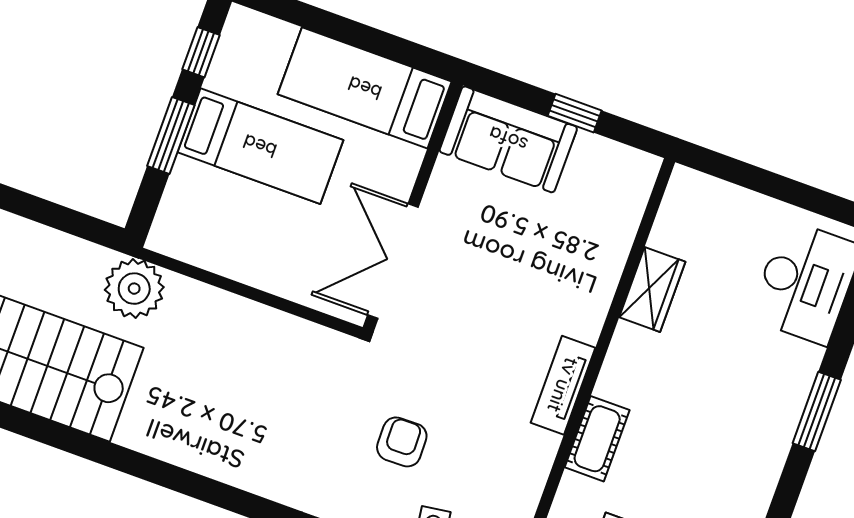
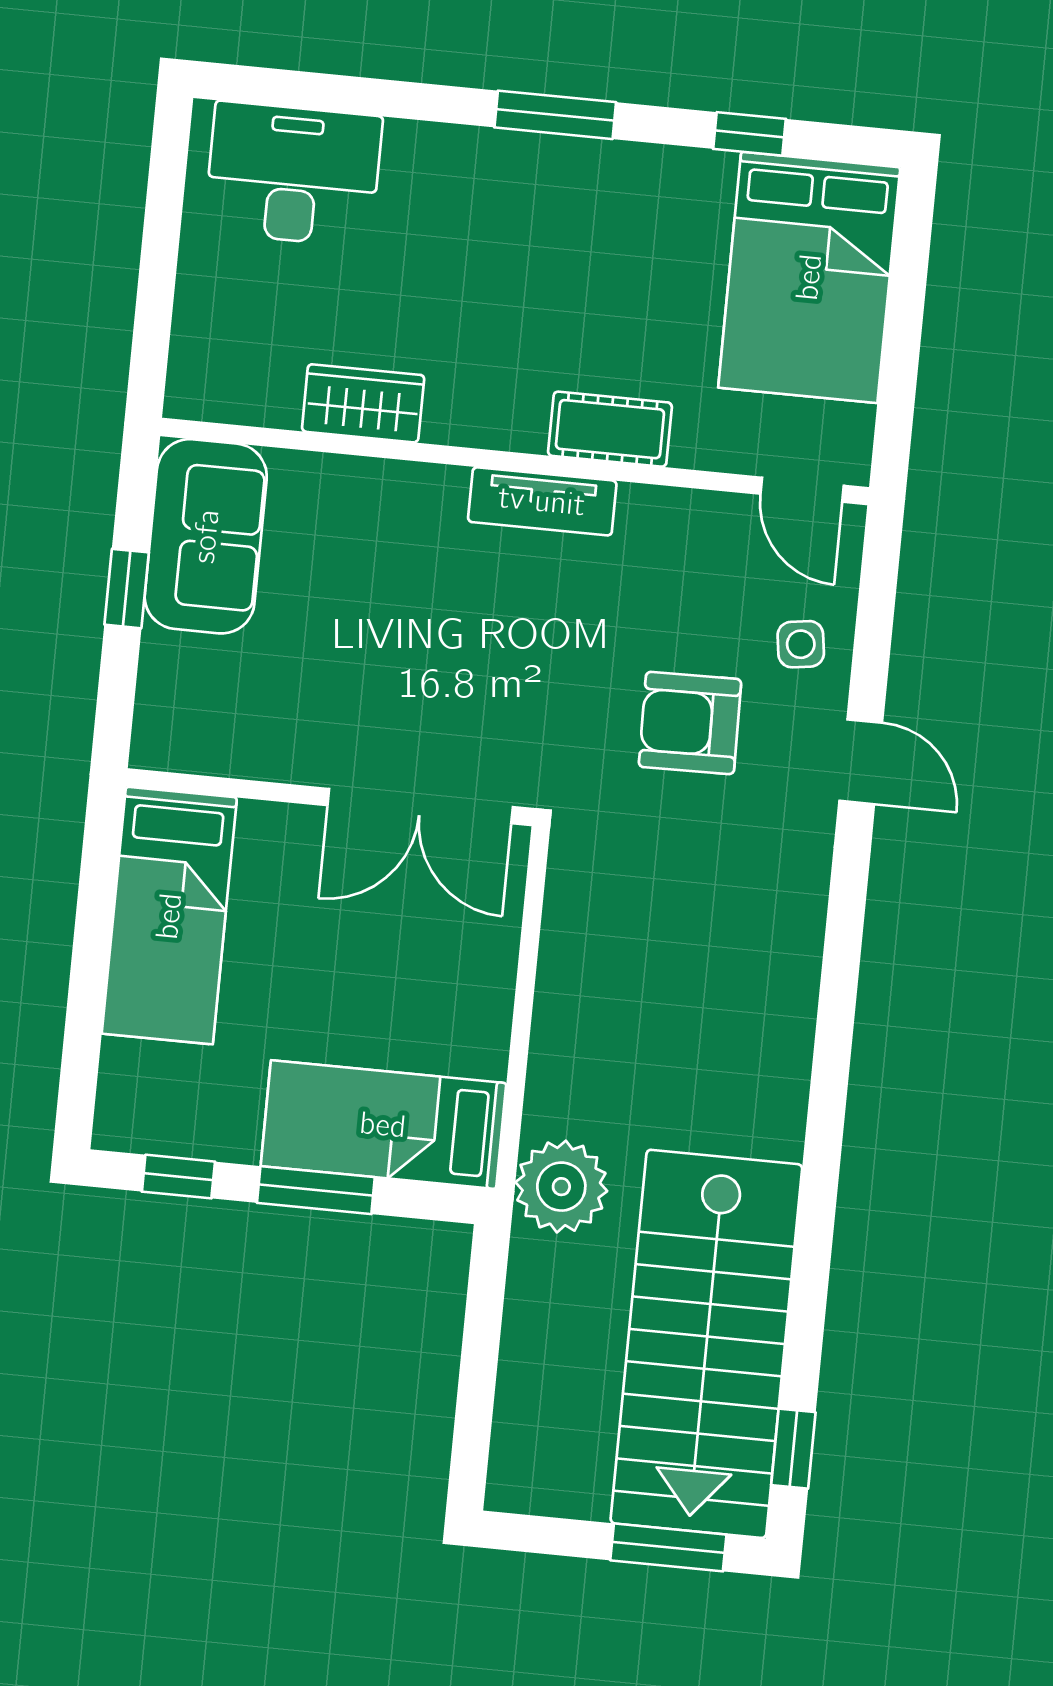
sofa: (508, 139) -> (206, 536), moved
bed: (260, 146) -> (383, 1125), moved, turned -90
window: (817, 411) -> (555, 115), moved
armchair: (402, 442) -> (690, 723), width x1.38, depth x1.38

